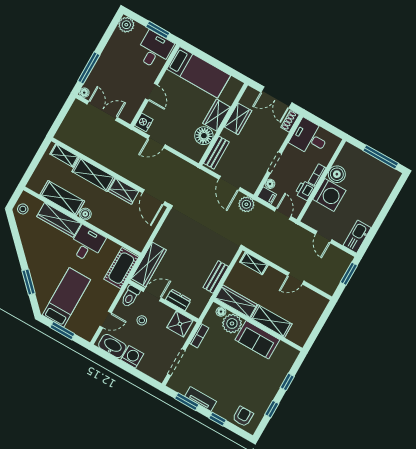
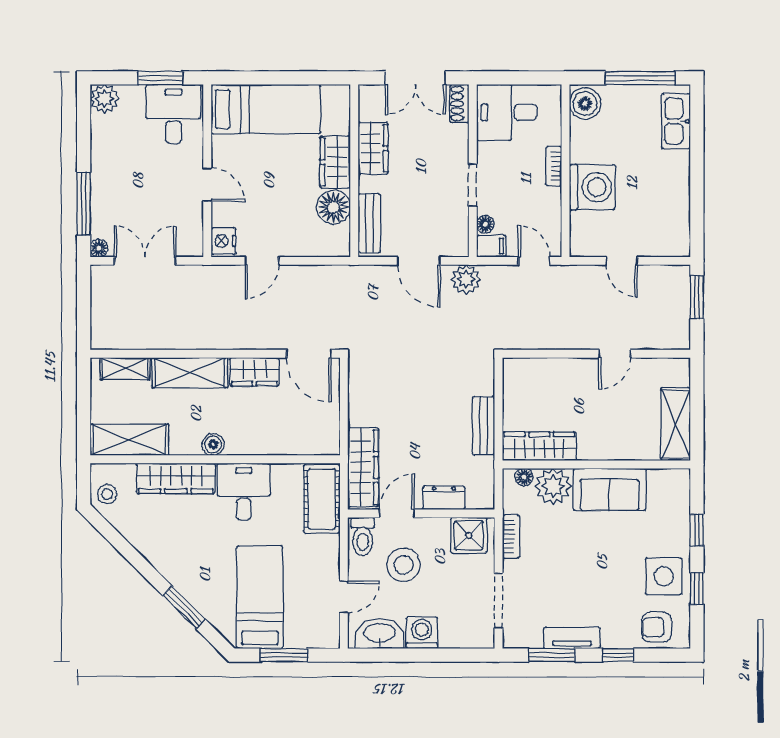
boiler: (337, 174) -> (585, 104), moved
printer: (305, 190) -> (548, 203), removed
shelving: (62, 198) -> (129, 440), moved
kitchen sink: (357, 237) -> (676, 121), moved
shelving: (254, 263) -> (533, 368), removed
stool: (142, 320) -> (404, 565), width x1.89, depth x1.89
shelving: (271, 321) -> (676, 424), moved, turned 90
side table: (260, 395) -> (664, 576), added
armchair: (243, 416) -> (657, 627), turned -90

